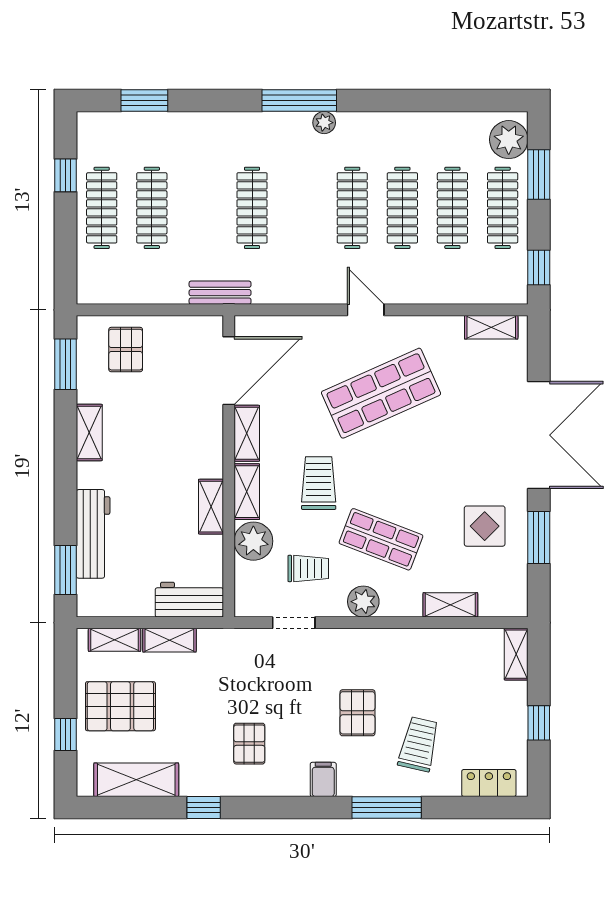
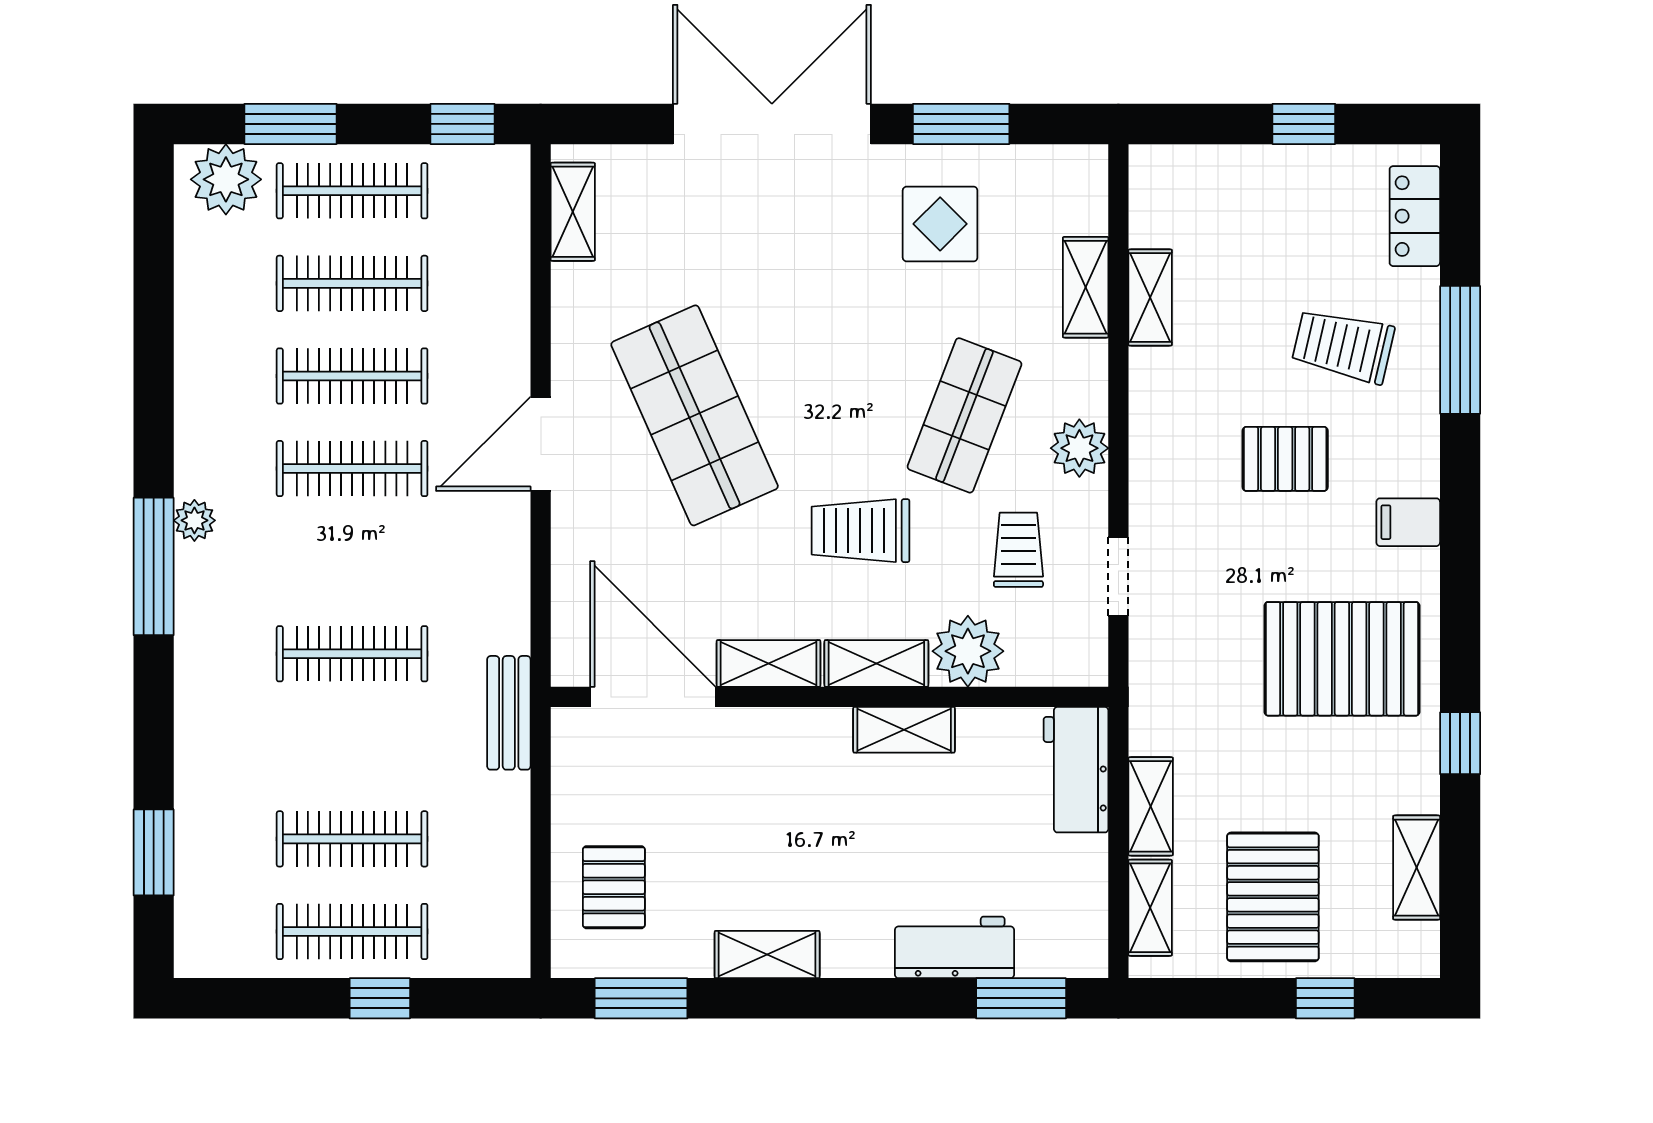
window: (66, 175) -> (380, 998), moved
door: (366, 310) -> (541, 444), width x1.38
pallet: (126, 350) -> (614, 887), turned 90
workbench: (93, 534) -> (954, 947), width x0.73
shelving: (516, 654) -> (1150, 297), moved, turned 90
pallet: (249, 744) -> (1342, 659), width x2.05, depth x2.00
shelving: (136, 780) -> (1417, 868), width x0.67, depth x0.75
window: (387, 808) -> (1460, 350), moved

